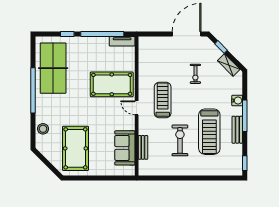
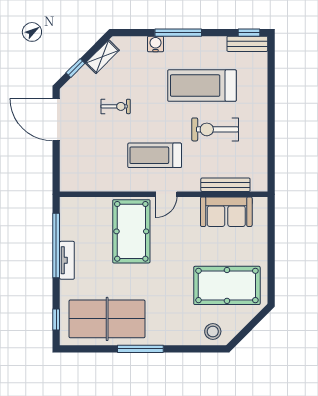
window: (67, 34) -> (56, 319), moved
tv unit: (122, 41) -> (67, 260), moved
window: (33, 90) -> (140, 349), width x0.68
stool: (43, 129) -> (213, 331), moved
bench: (237, 130) -> (247, 44), moved
treadmill: (209, 132) -> (202, 86), turned 180
bench: (143, 147) -> (225, 185), width x1.36

